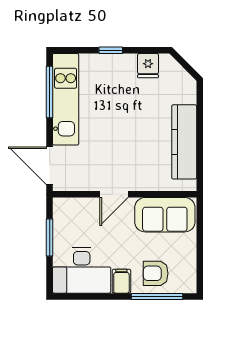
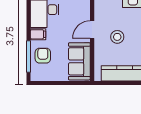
stool: (126, 154) -> (117, 37), added
door: (114, 194) -> (92, 30), hinge flipped

